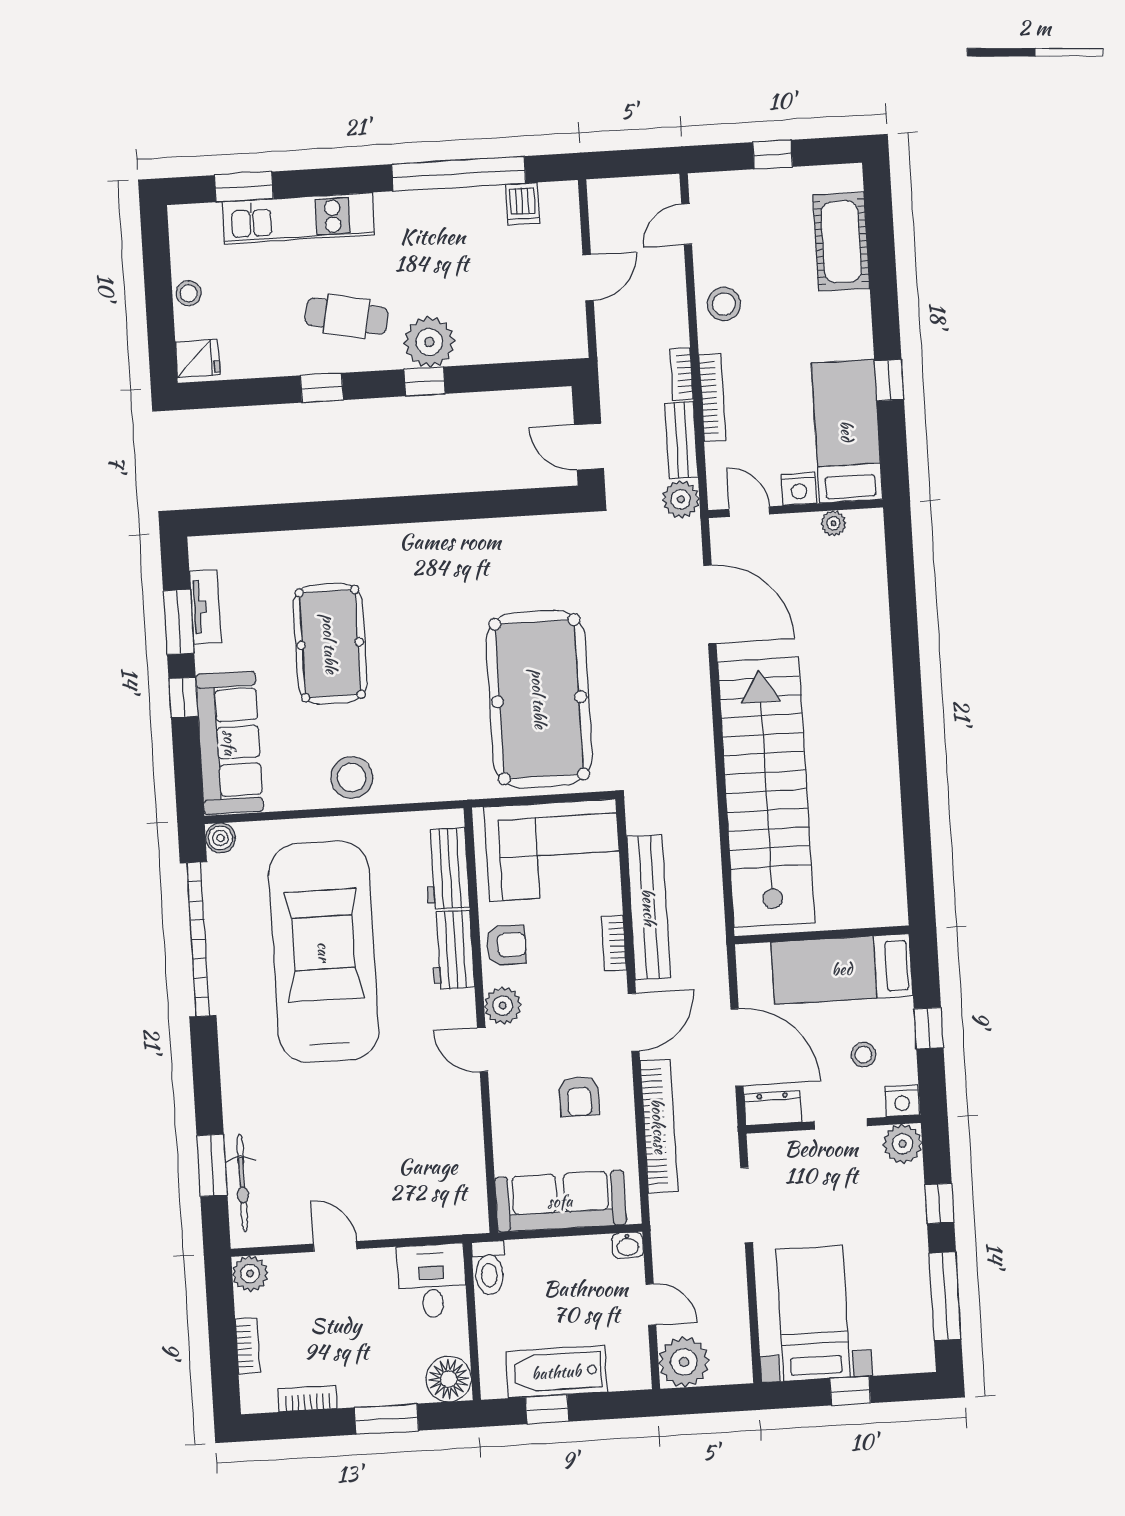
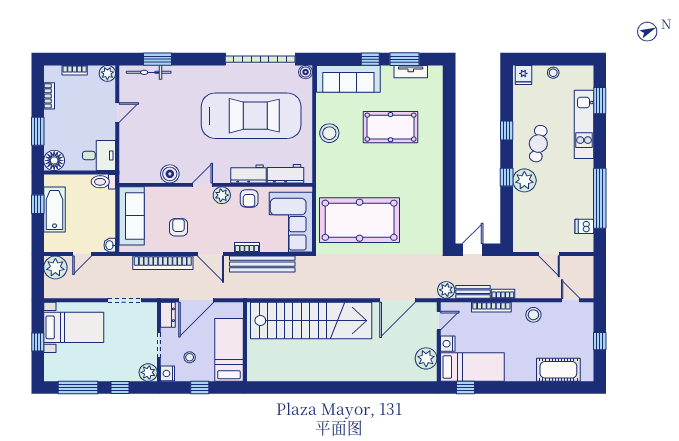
window: (889, 380) -> (465, 388), moved
plant: (833, 523) -> (426, 358), width x1.88, depth x1.88
armchair: (579, 1096) -> (179, 227), turned 90
boiler: (463, 1123) -> (170, 174), added

